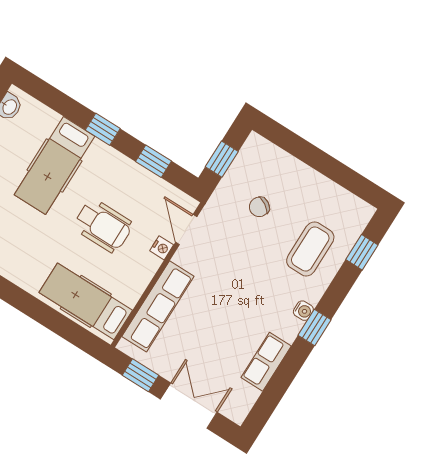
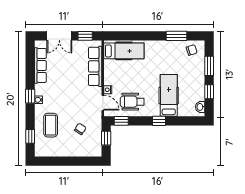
window: (153, 161) -> (121, 121), moved
wheelchair: (103, 226) -> (132, 102), moved
row of seats: (266, 362) -> (40, 66), width x1.48

